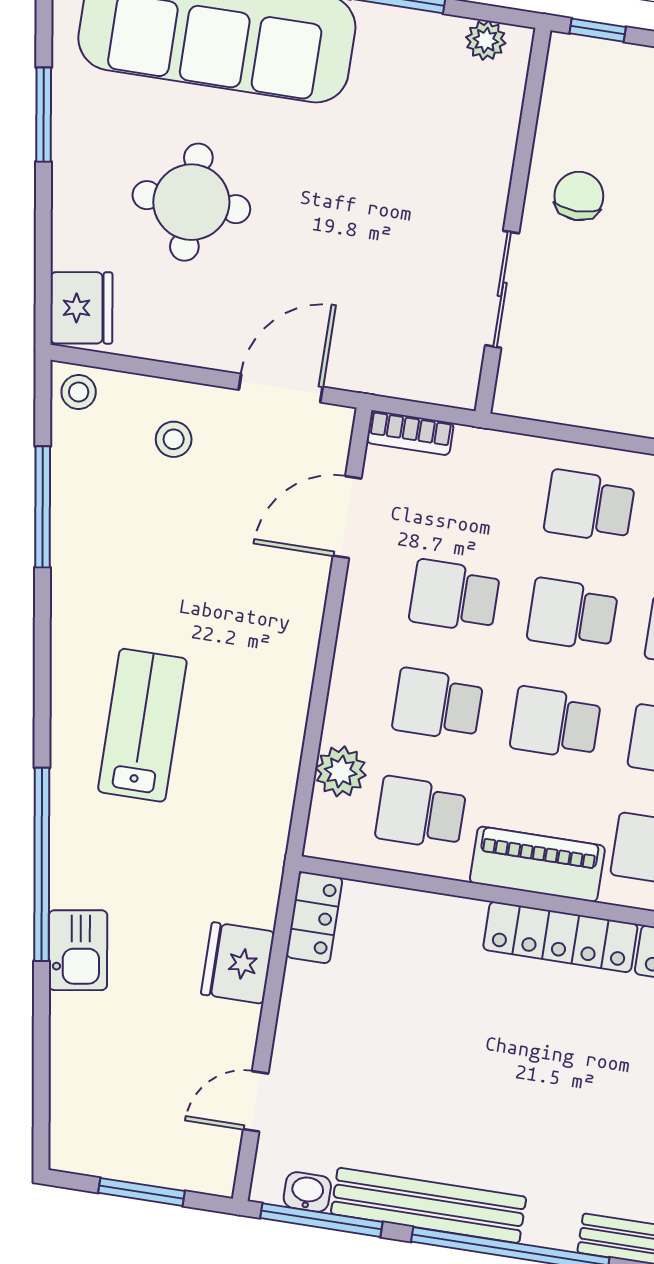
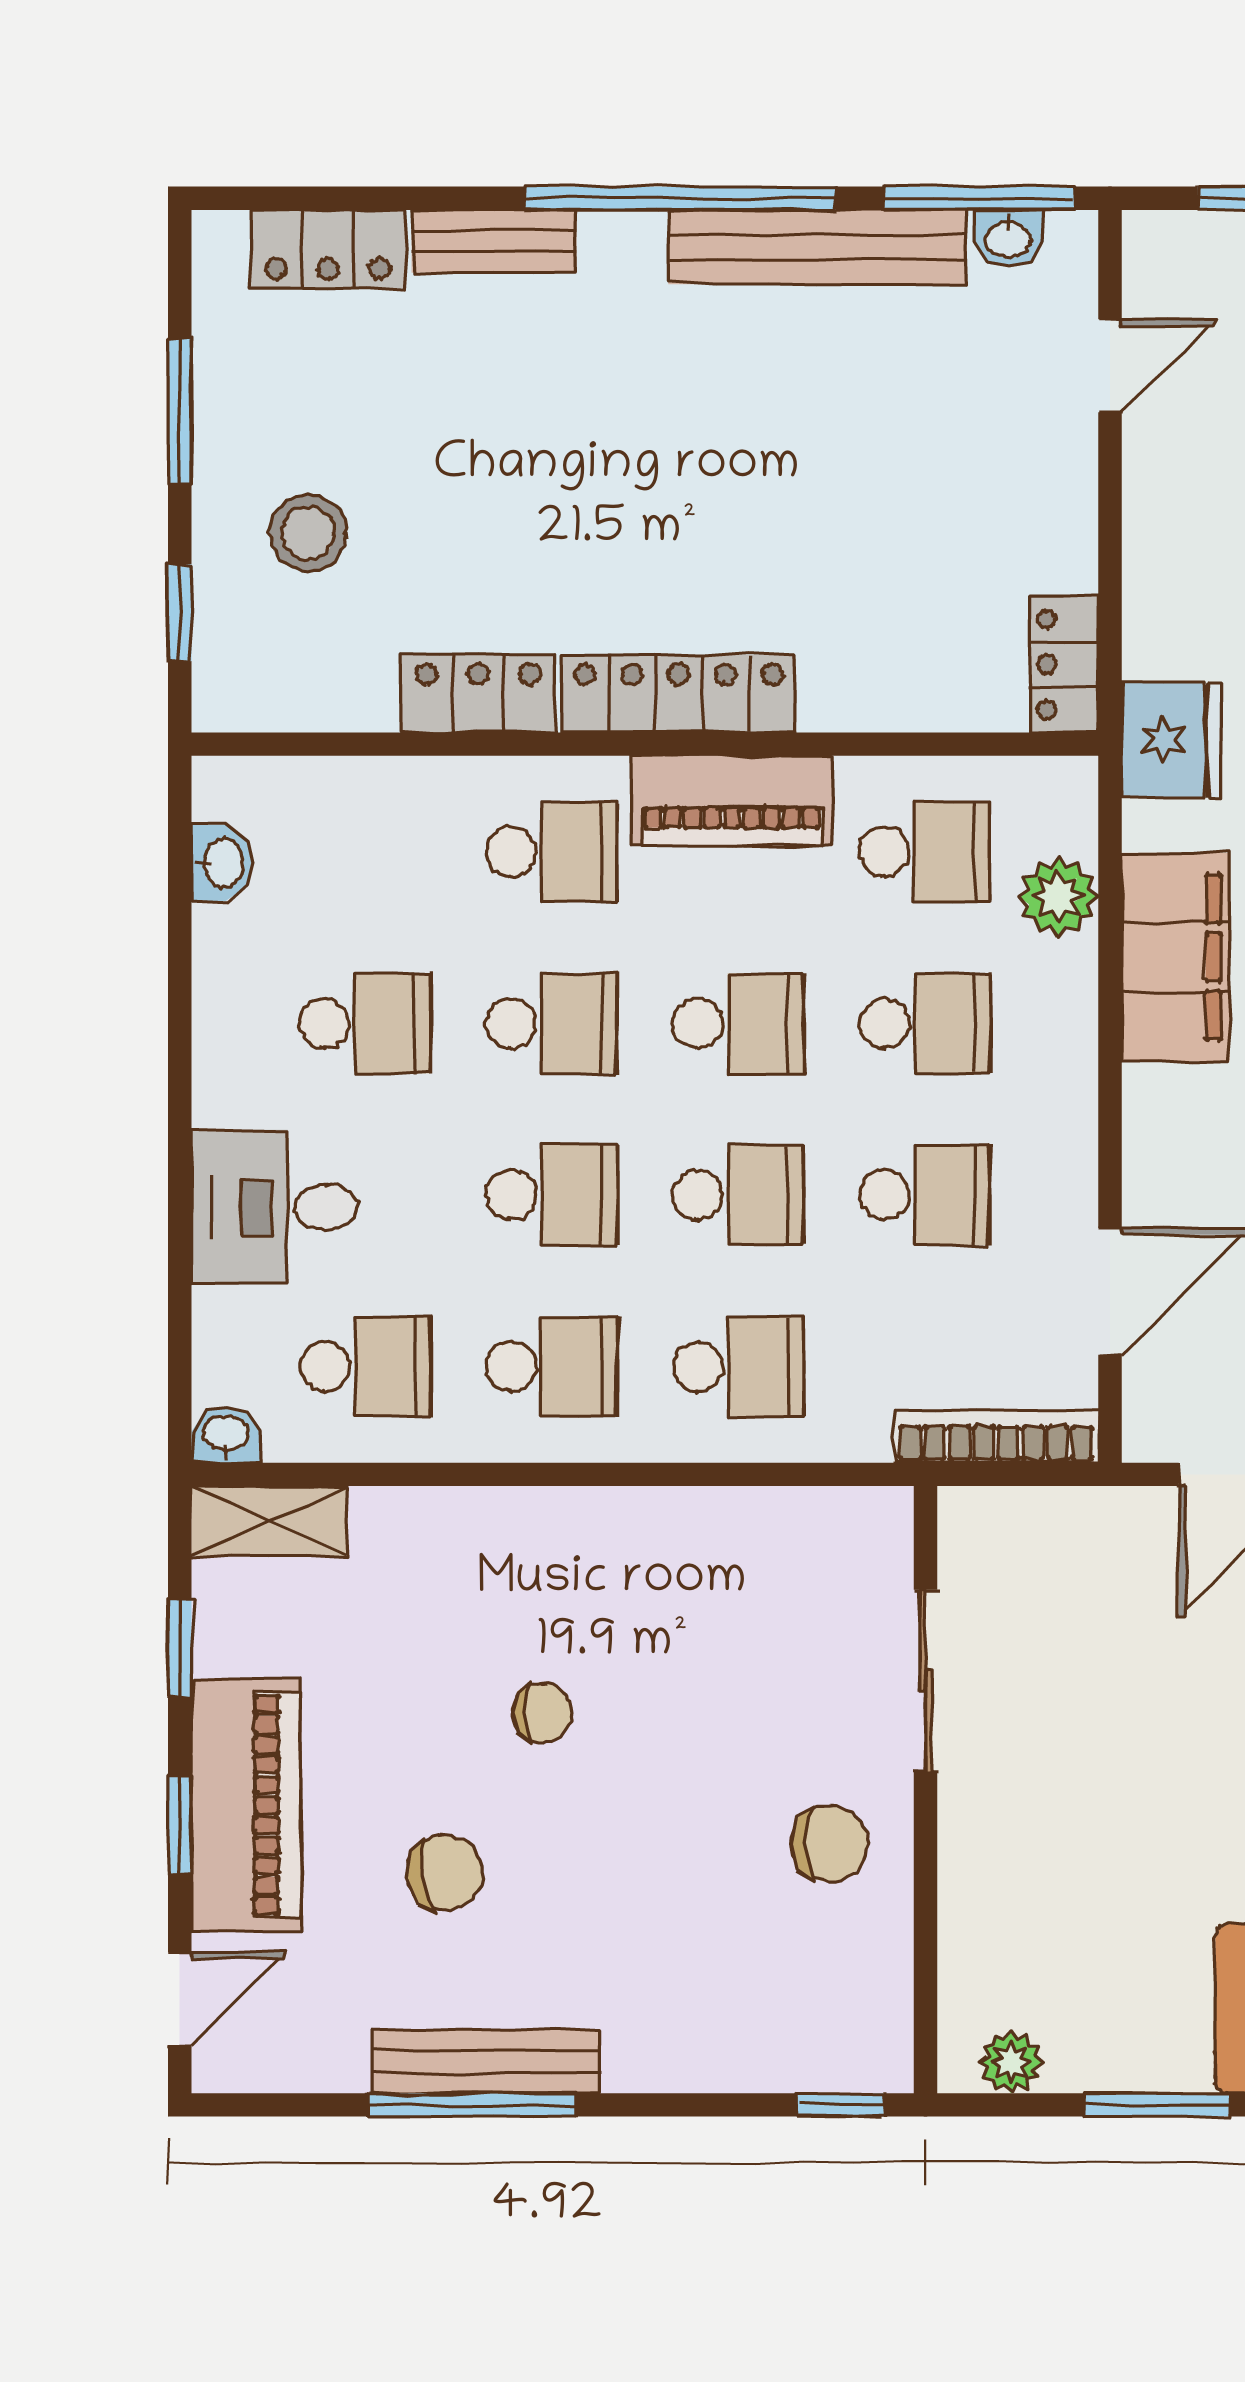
chair: (579, 196) -> (830, 1844), turned -90
bookcase: (410, 433) -> (996, 1437), width x1.56
filing cabinet: (273, 722) -> (1176, 957), added
fridge: (238, 963) -> (1171, 740), moved

